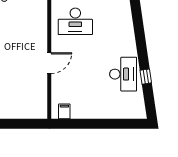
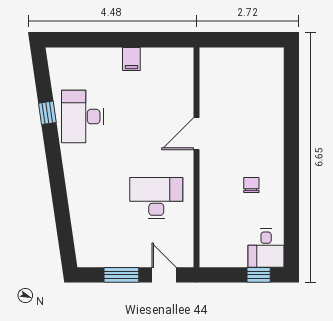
chair: (14, 30) -> (251, 185), added
filing cabinet: (64, 111) -> (131, 59), moved

